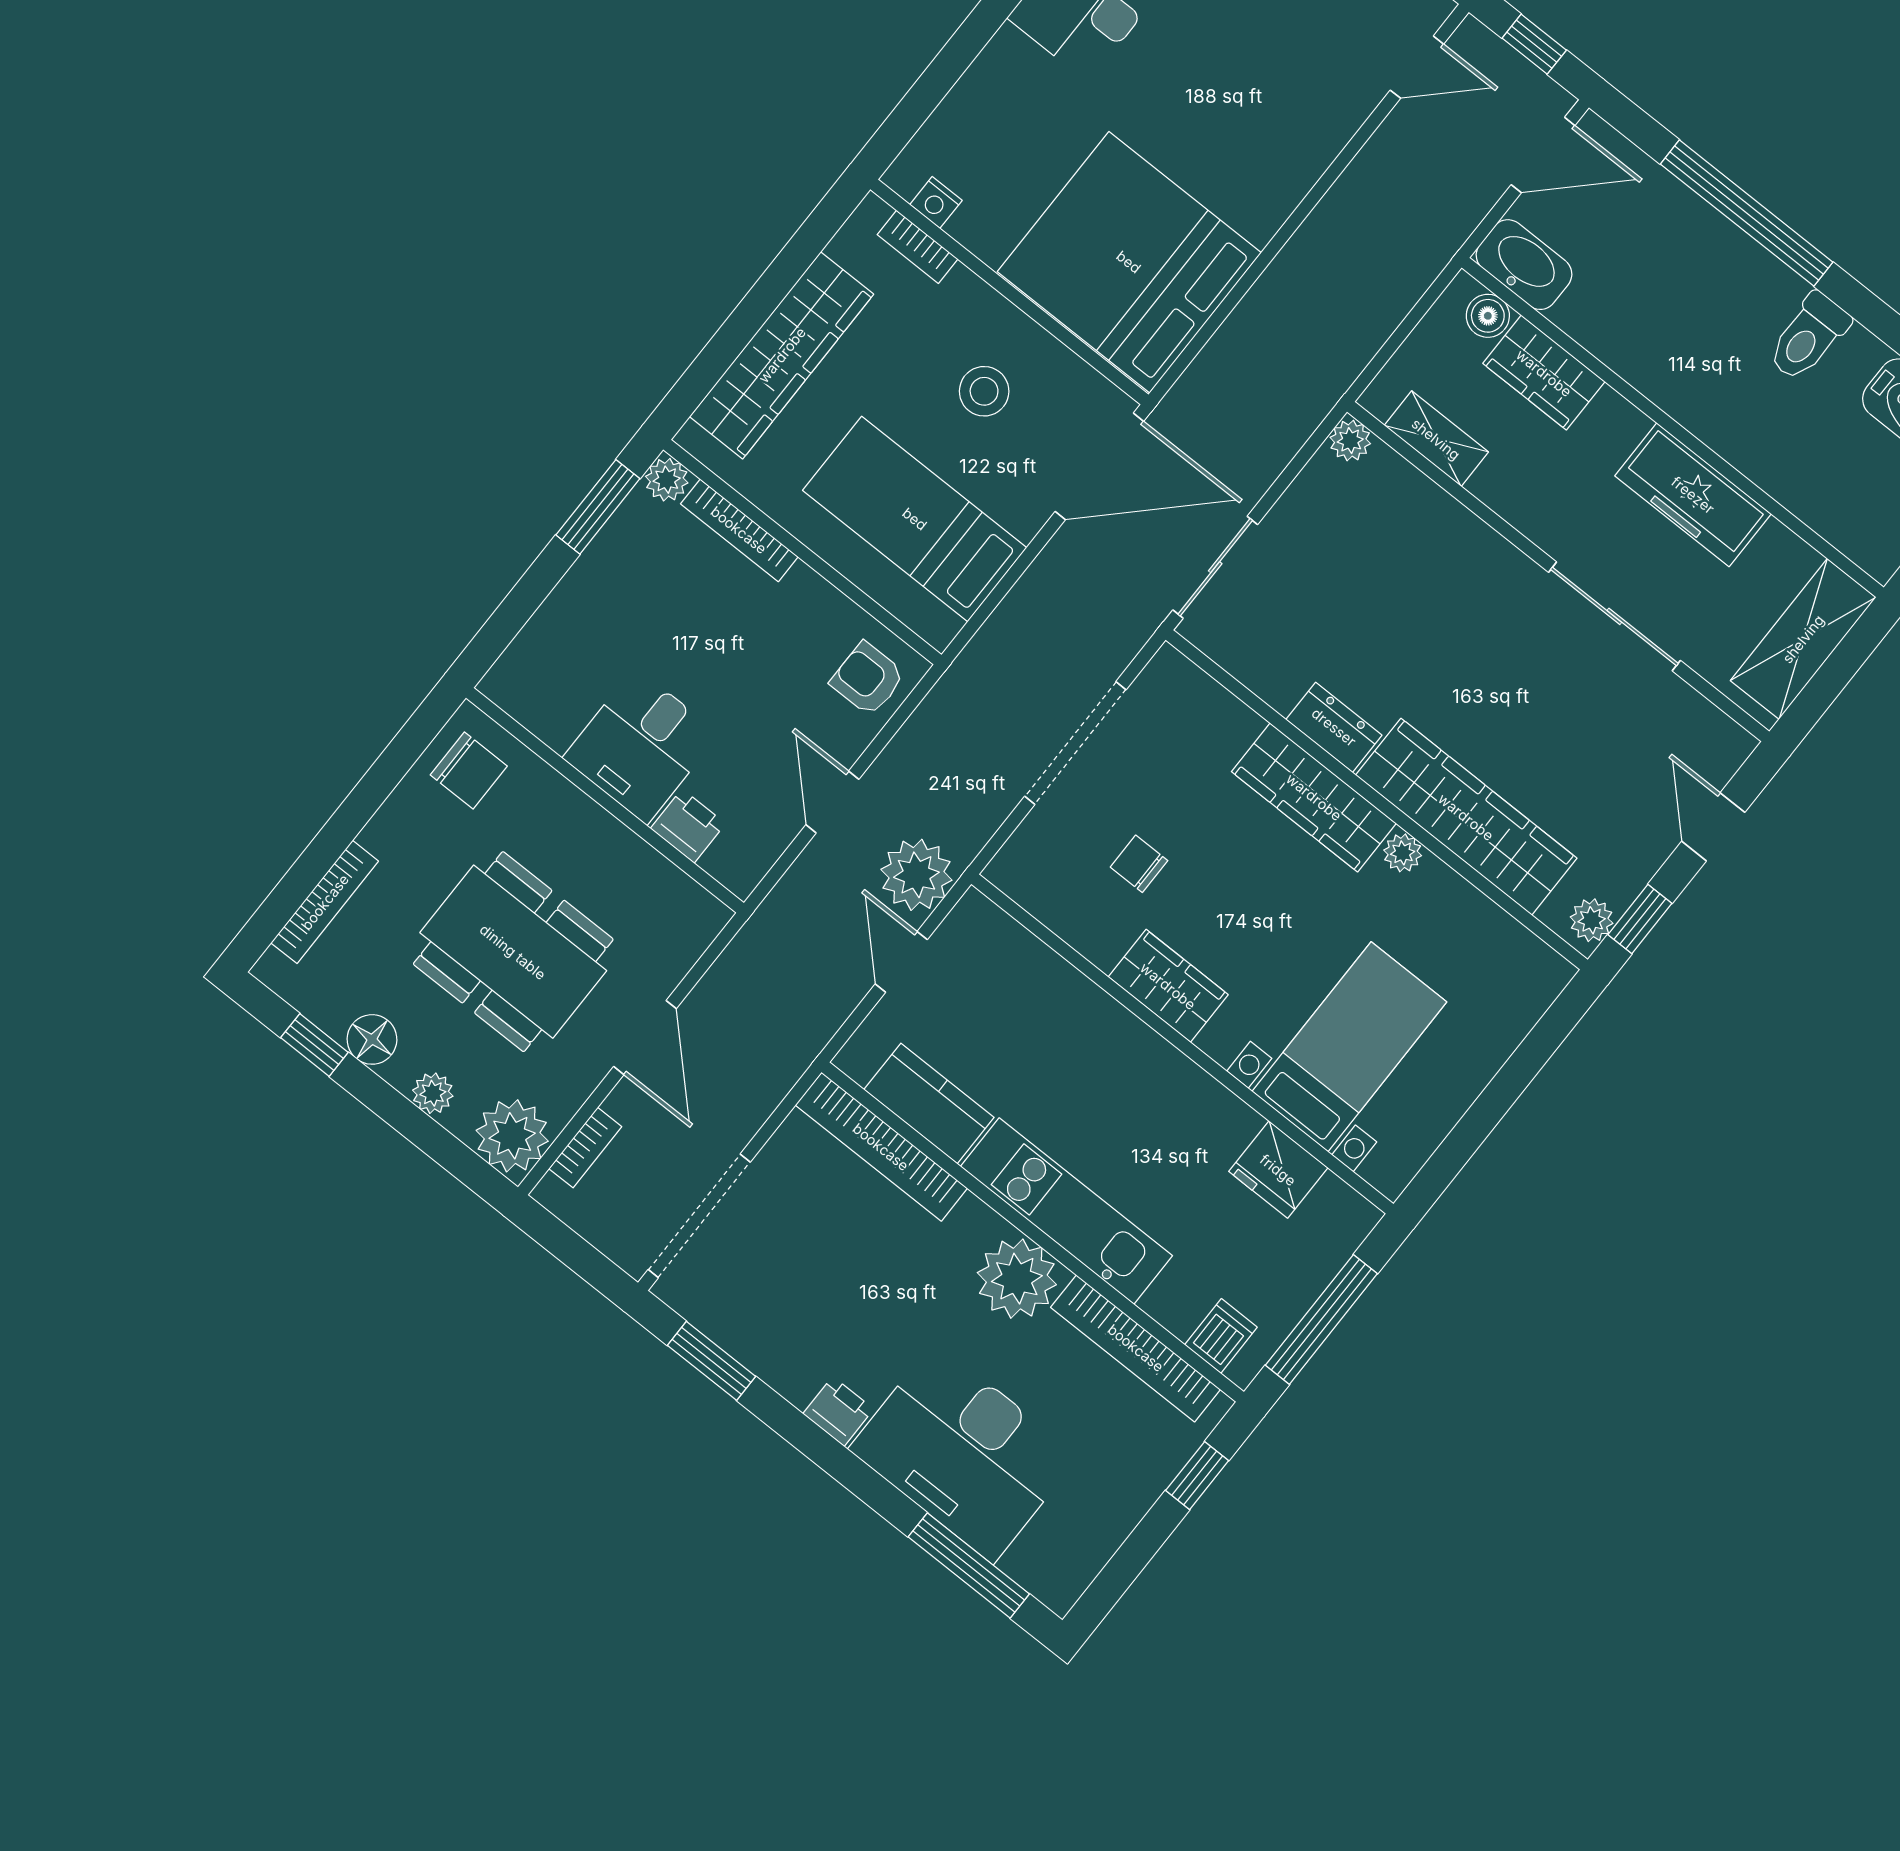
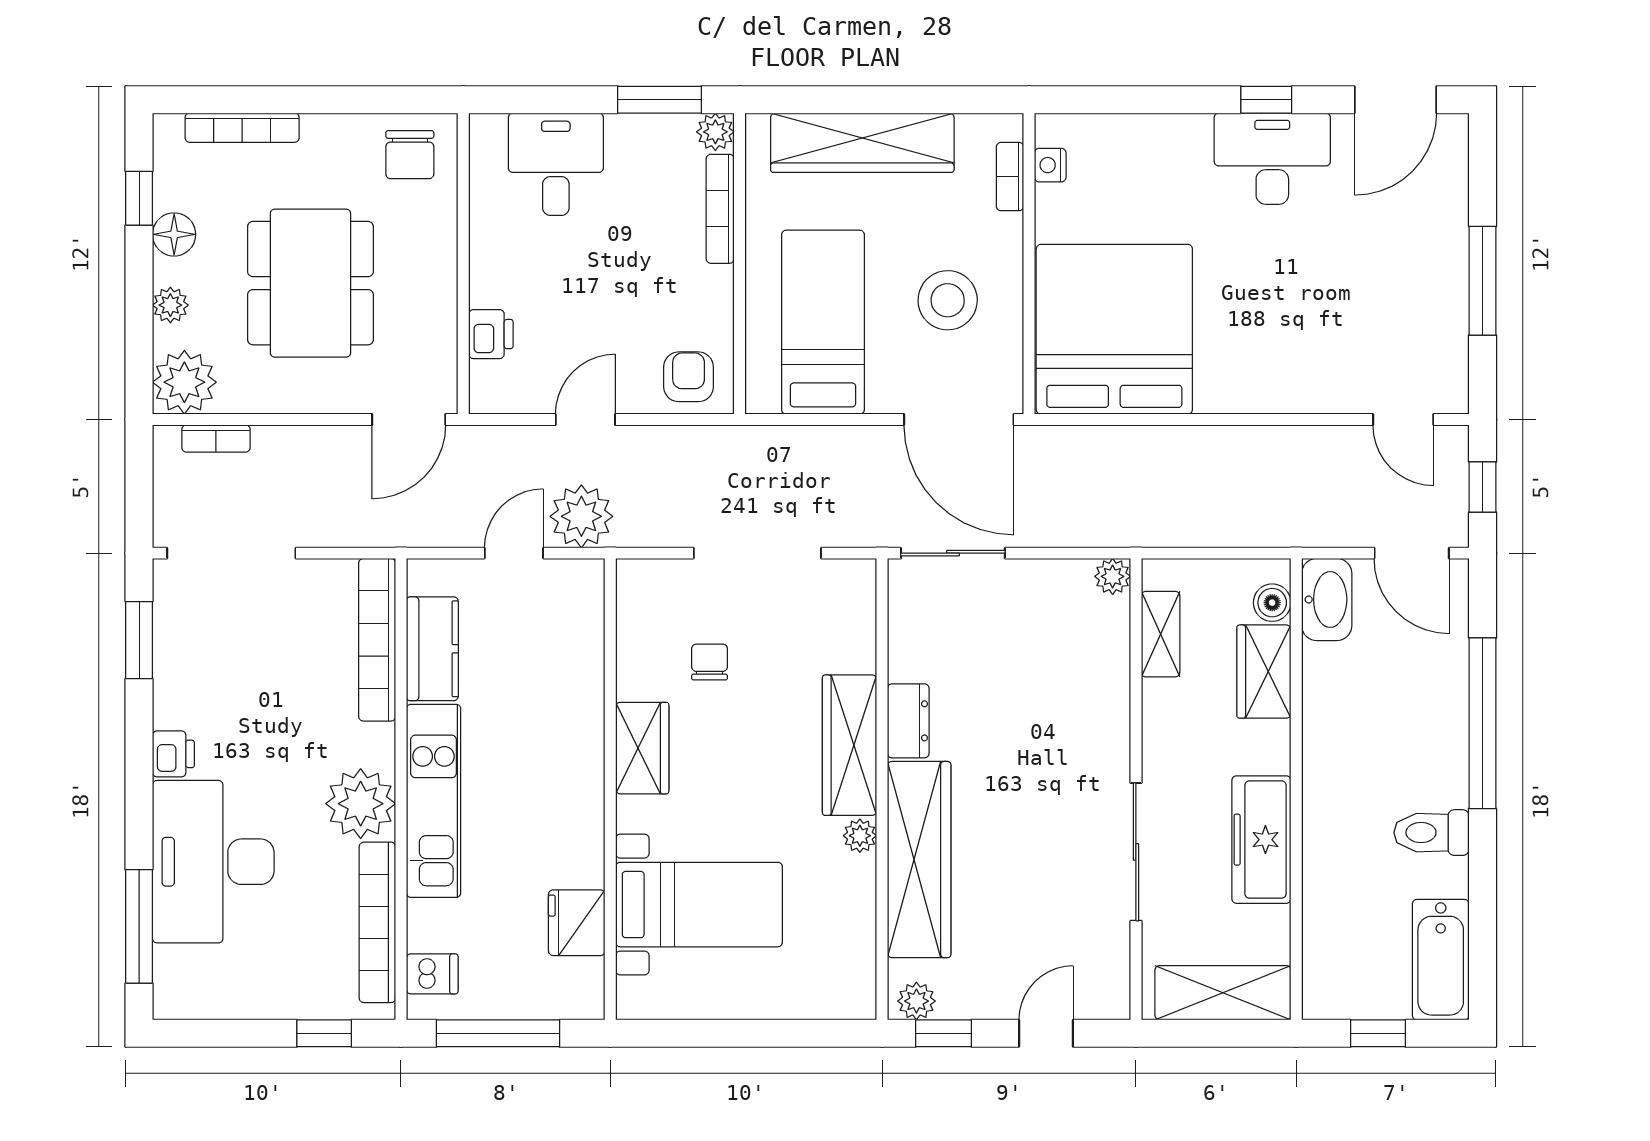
stool: (984, 391) -> (948, 300), width x1.38, depth x1.38
desk: (641, 746) -> (556, 164), moved, turned 90
door: (645, 1038) -> (409, 420), moved

